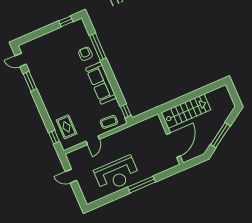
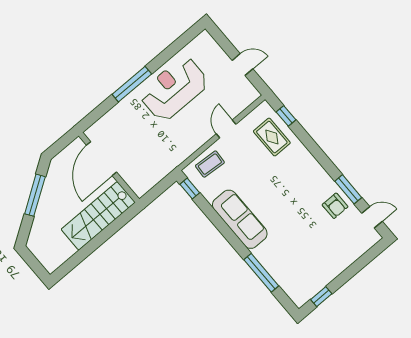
armchair: (85, 54) -> (335, 206), moved

